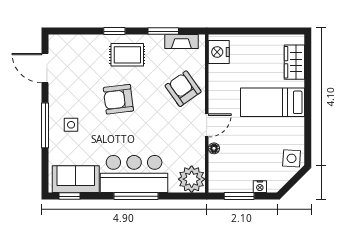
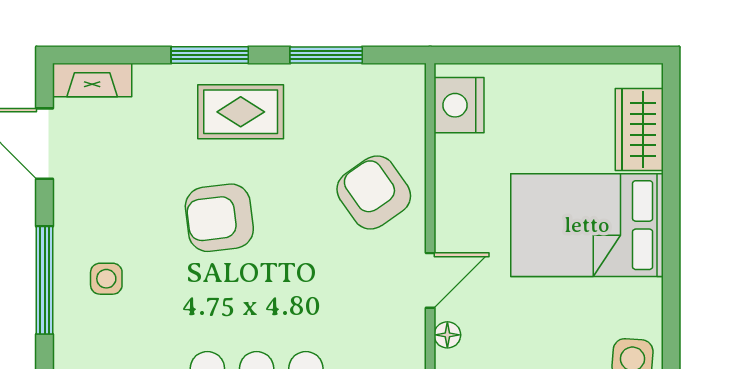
window: (114, 31) -> (210, 55), width x1.50
fireplace: (181, 41) -> (92, 80), moved
bed: (272, 102) -> (587, 225), width x1.50

